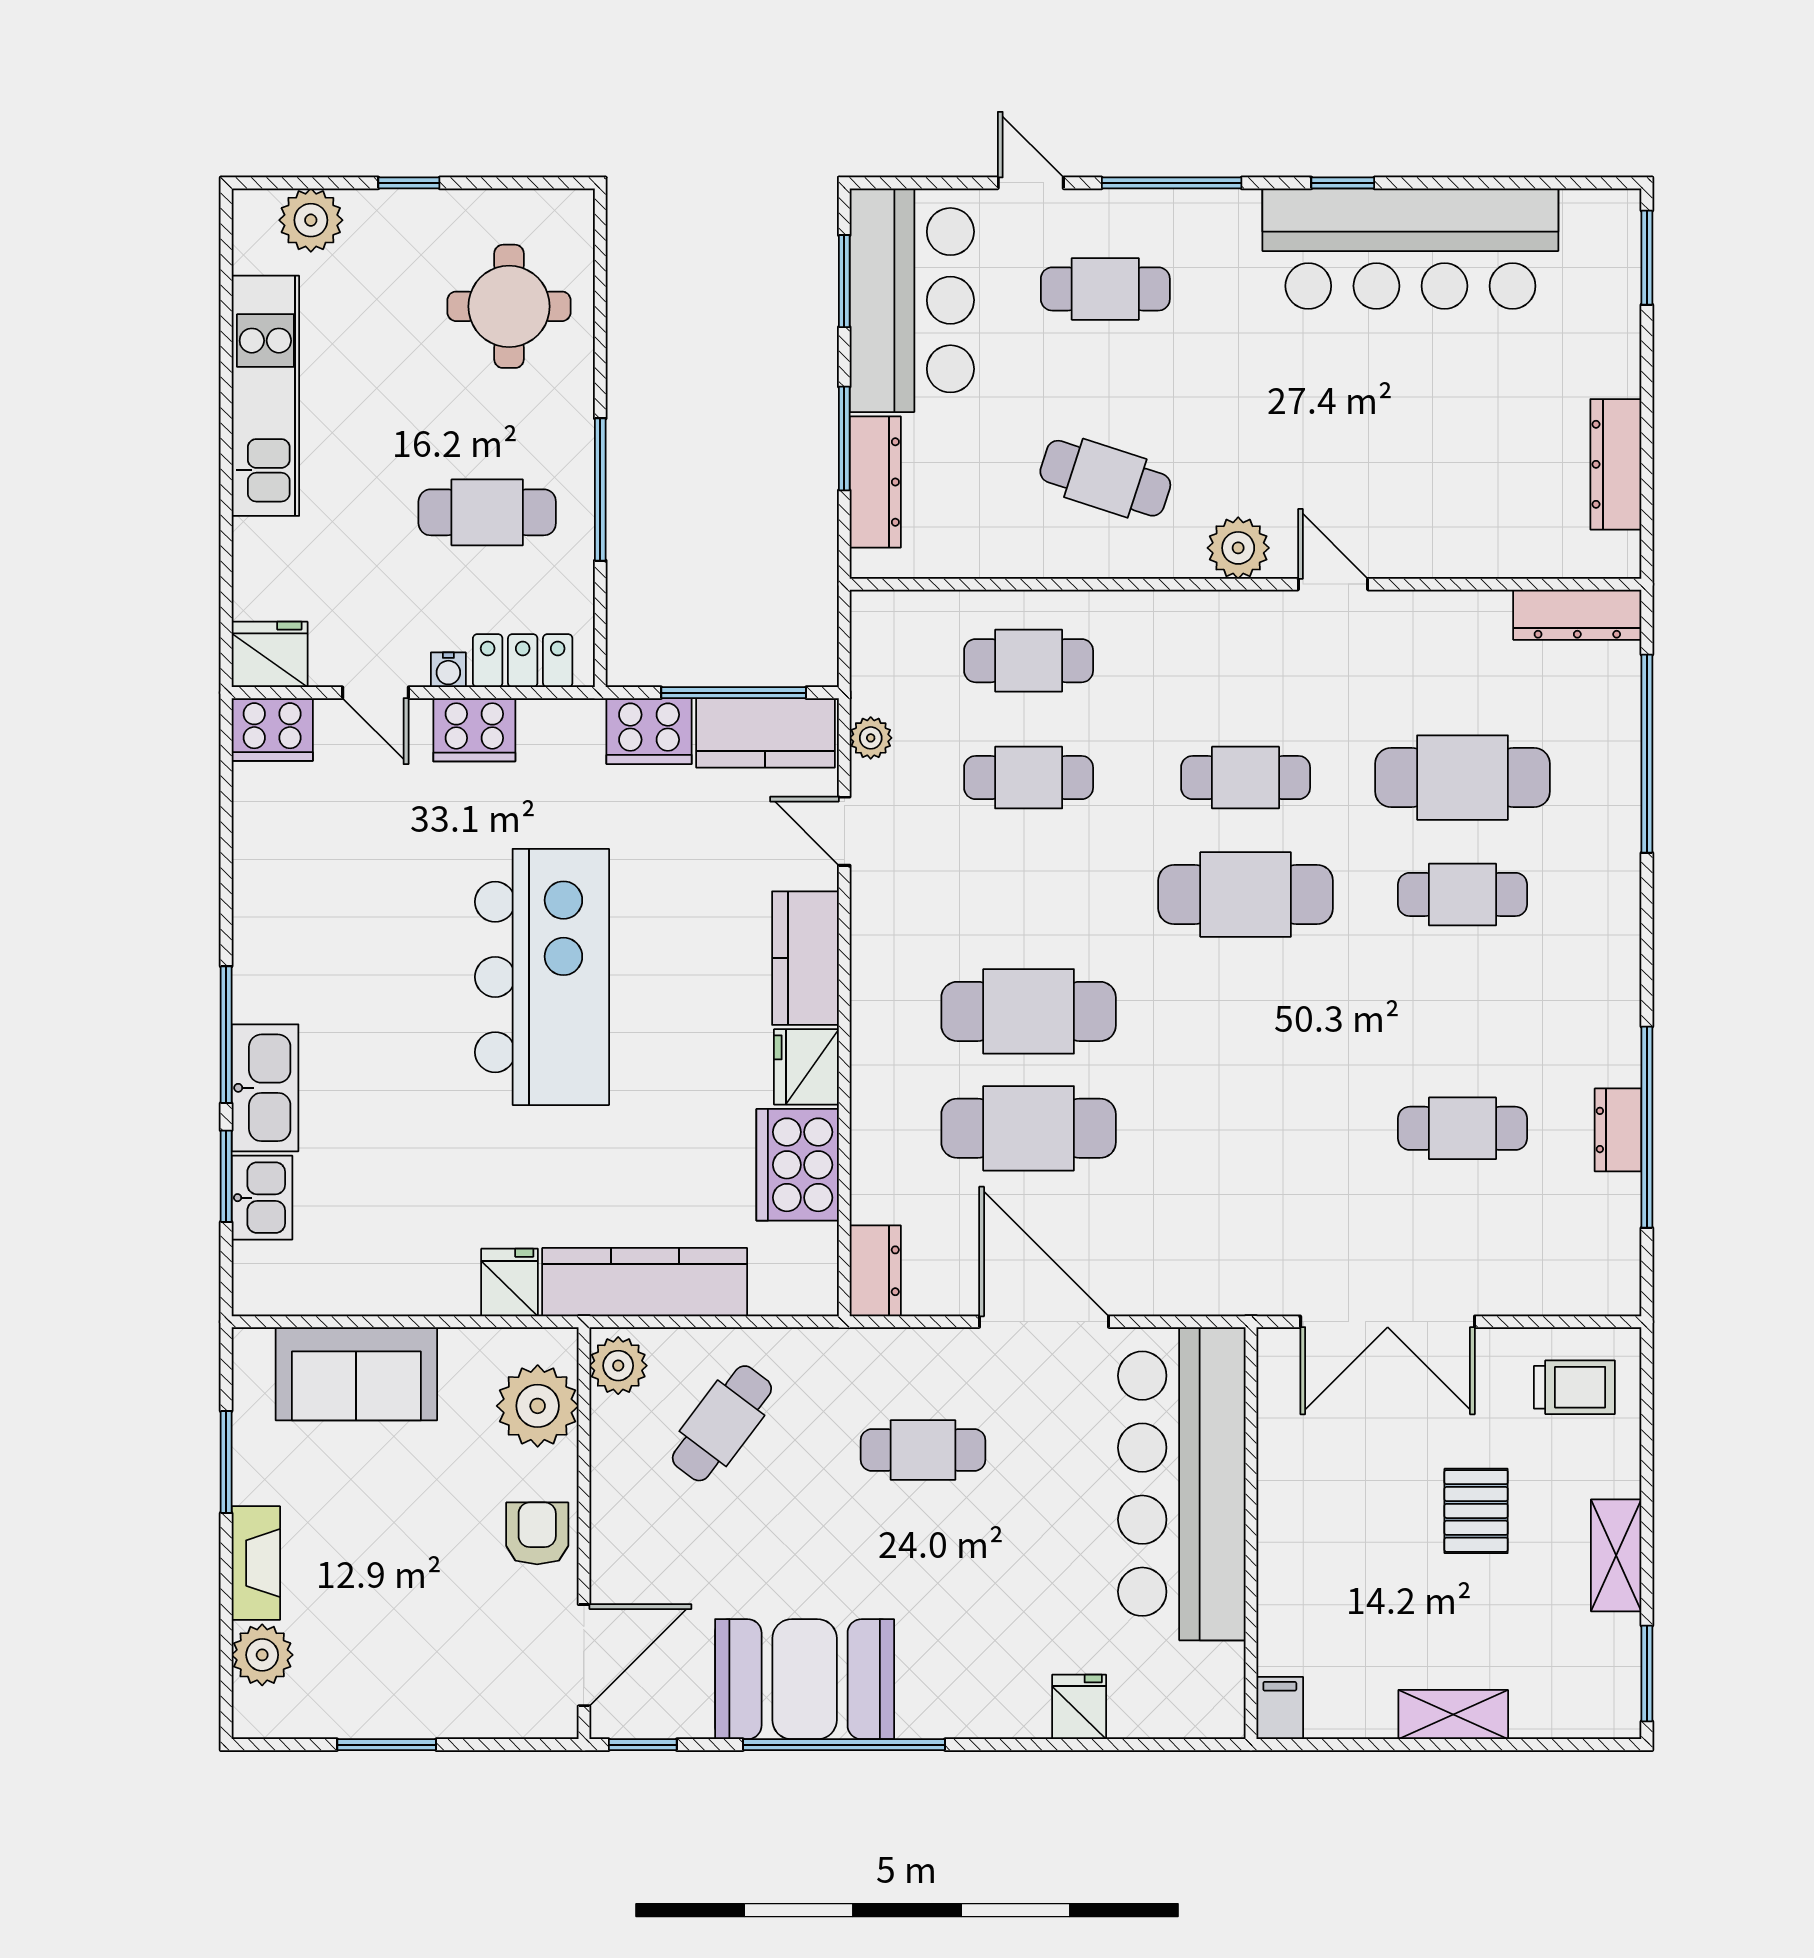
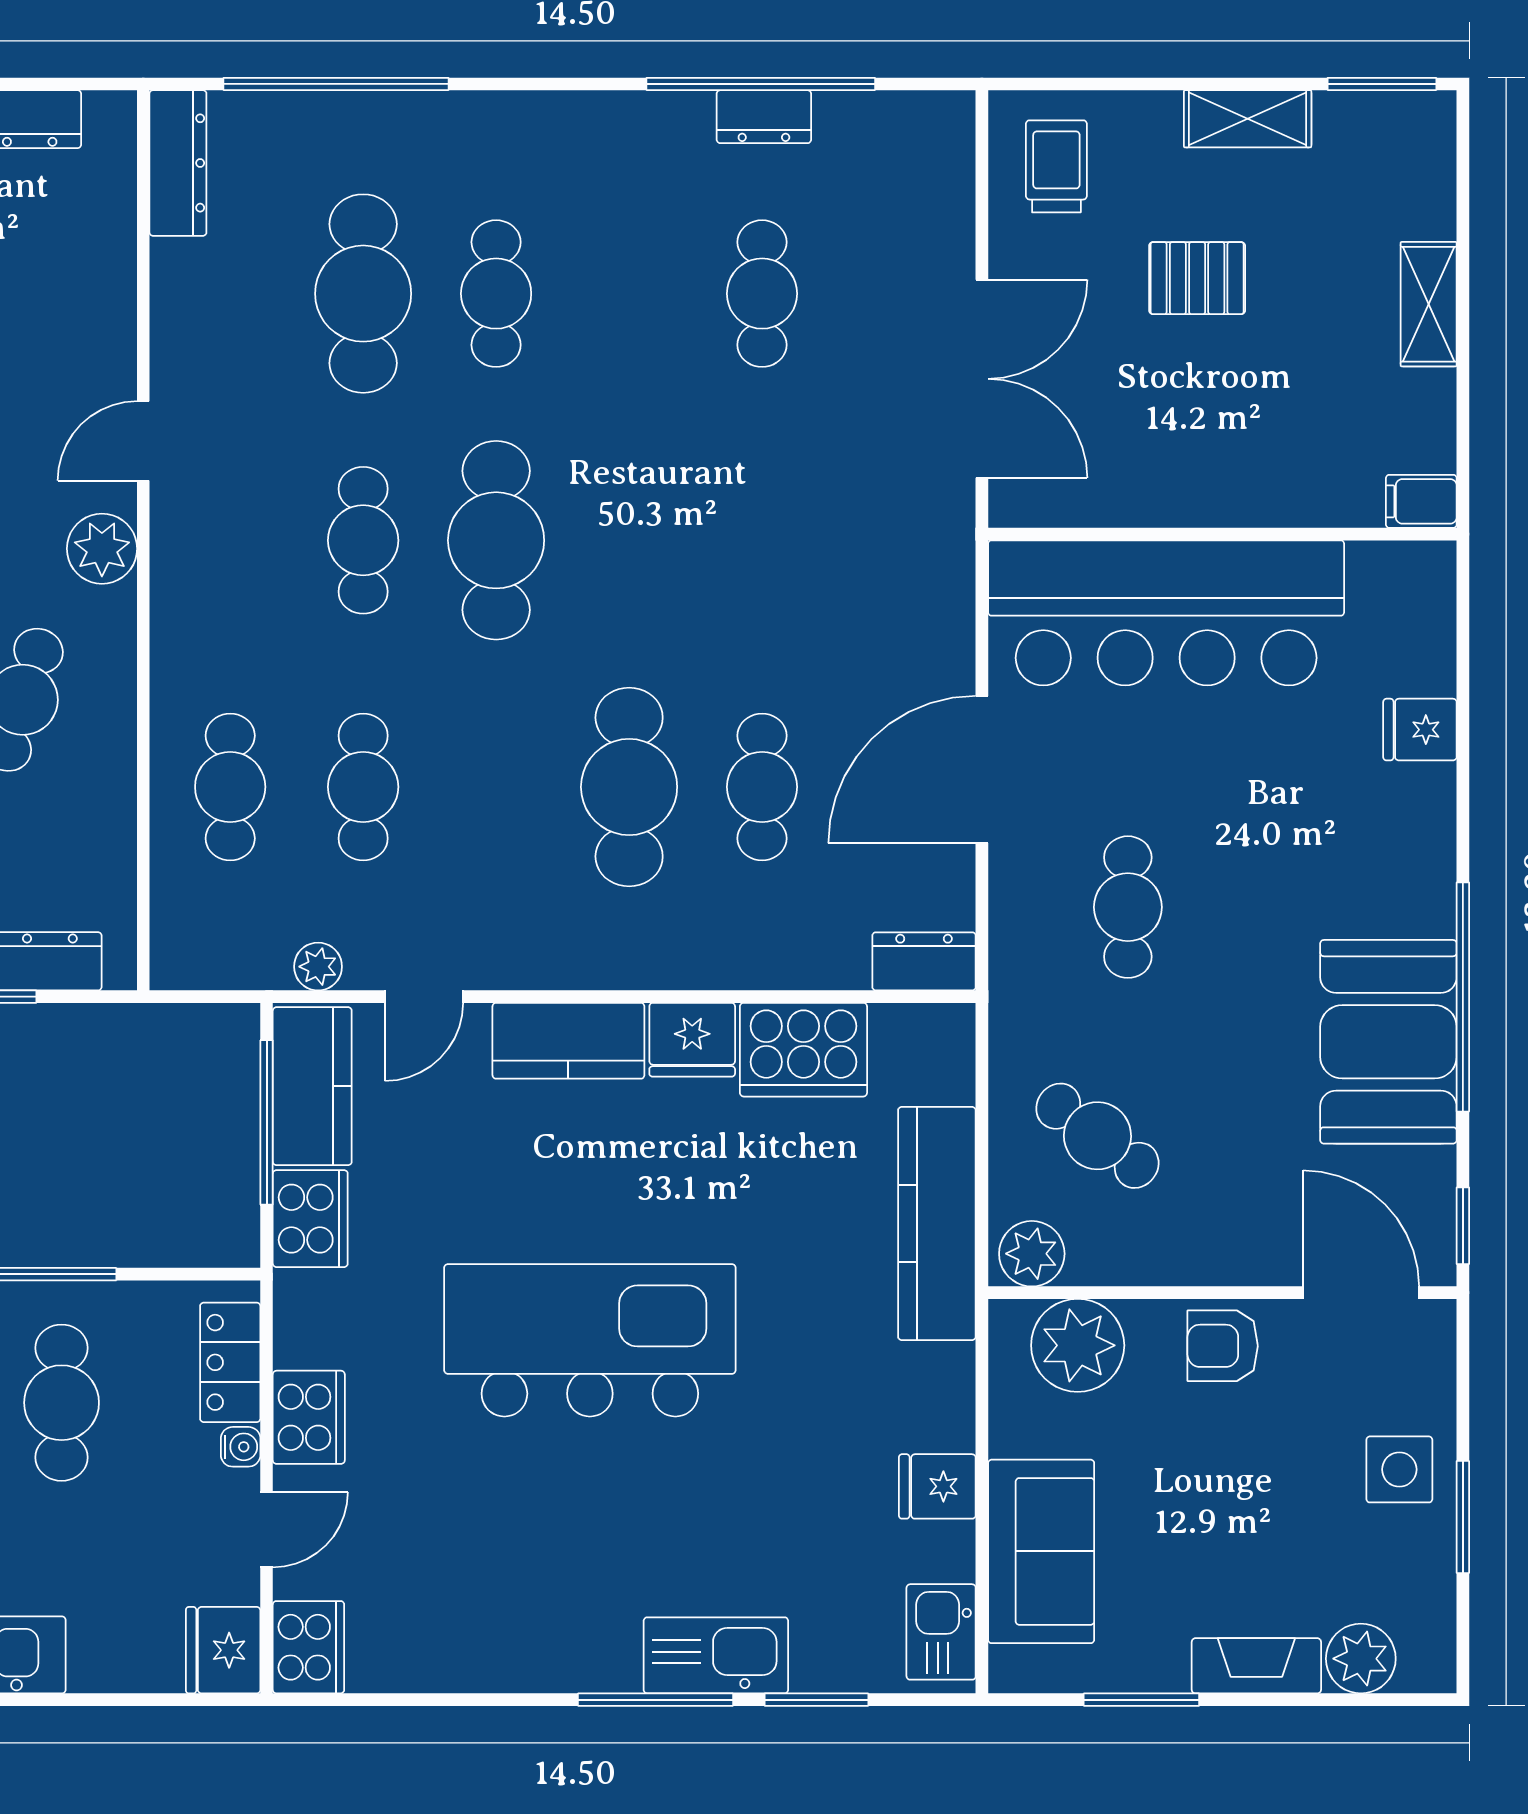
cafe table: (1029, 1128) -> (762, 787), width x0.73, depth x0.74
kitchen sink: (262, 1198) -> (941, 1632), moved, turned -90
fridge: (510, 1282) -> (937, 1486), moved
side table: (428, 1689) -> (1399, 1469), added

